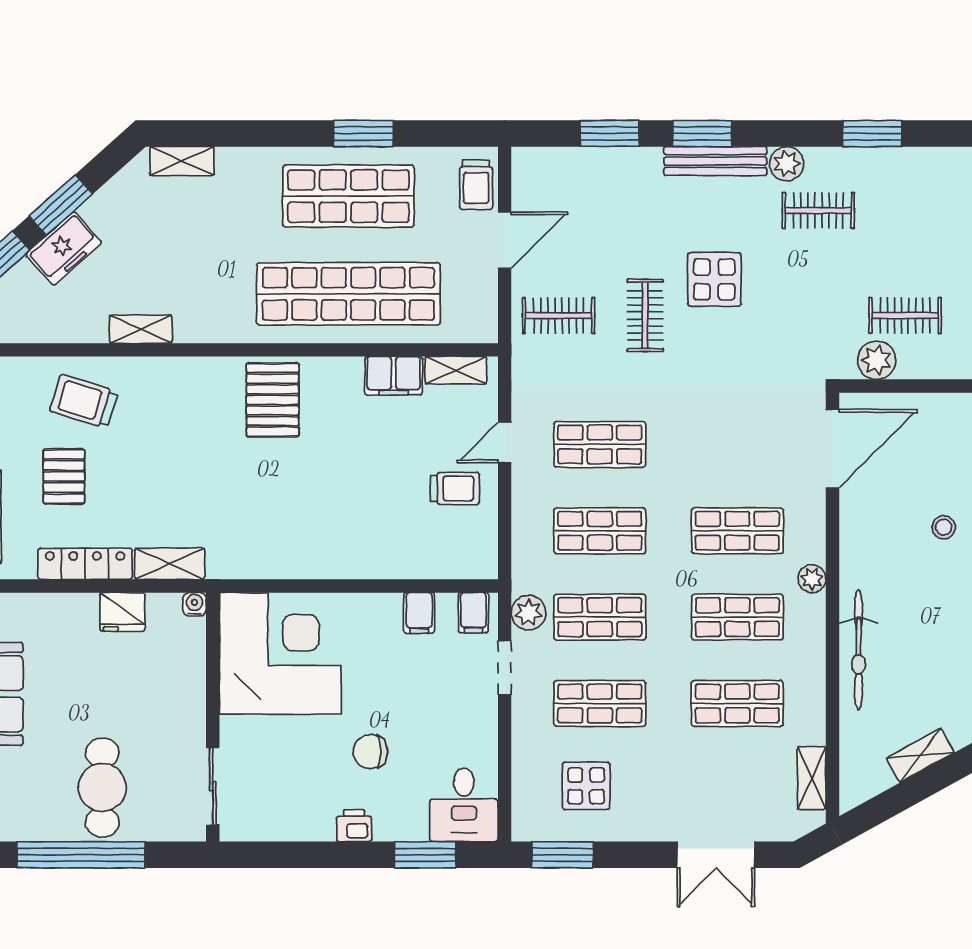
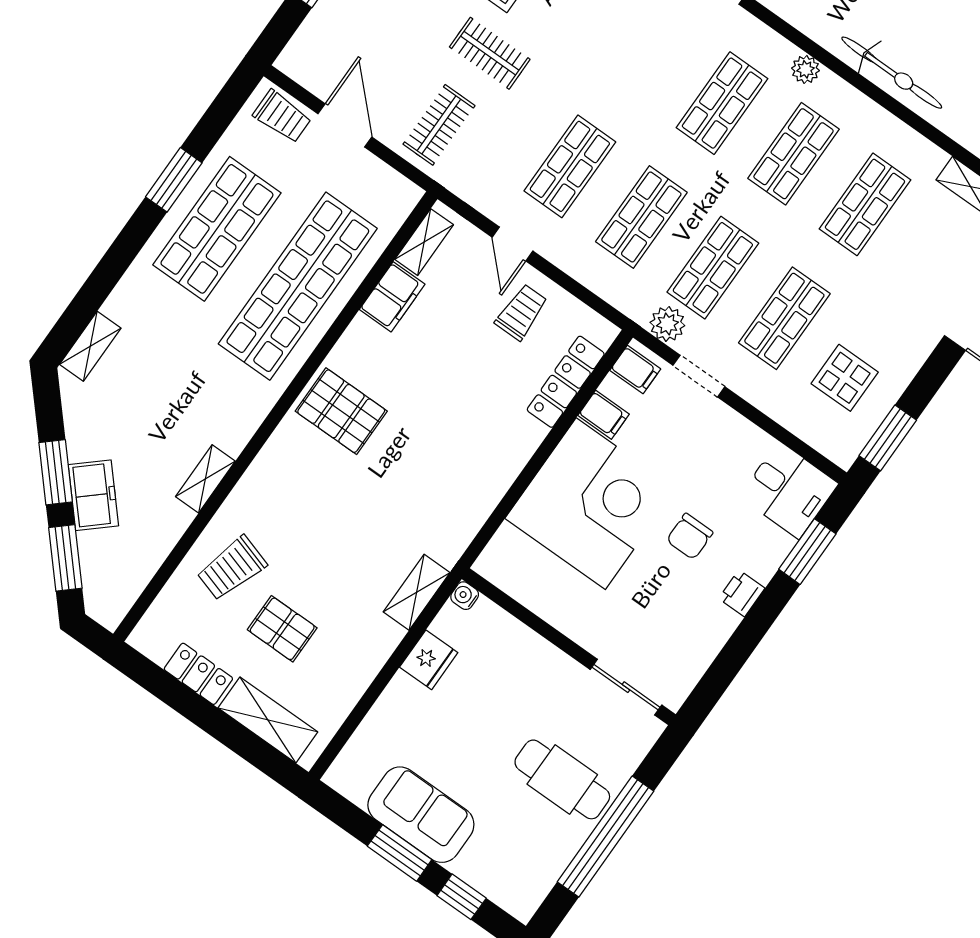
locker: (85, 564) -> (566, 382), moved
corner desk: (280, 653) -> (591, 504), moved, turned 90

